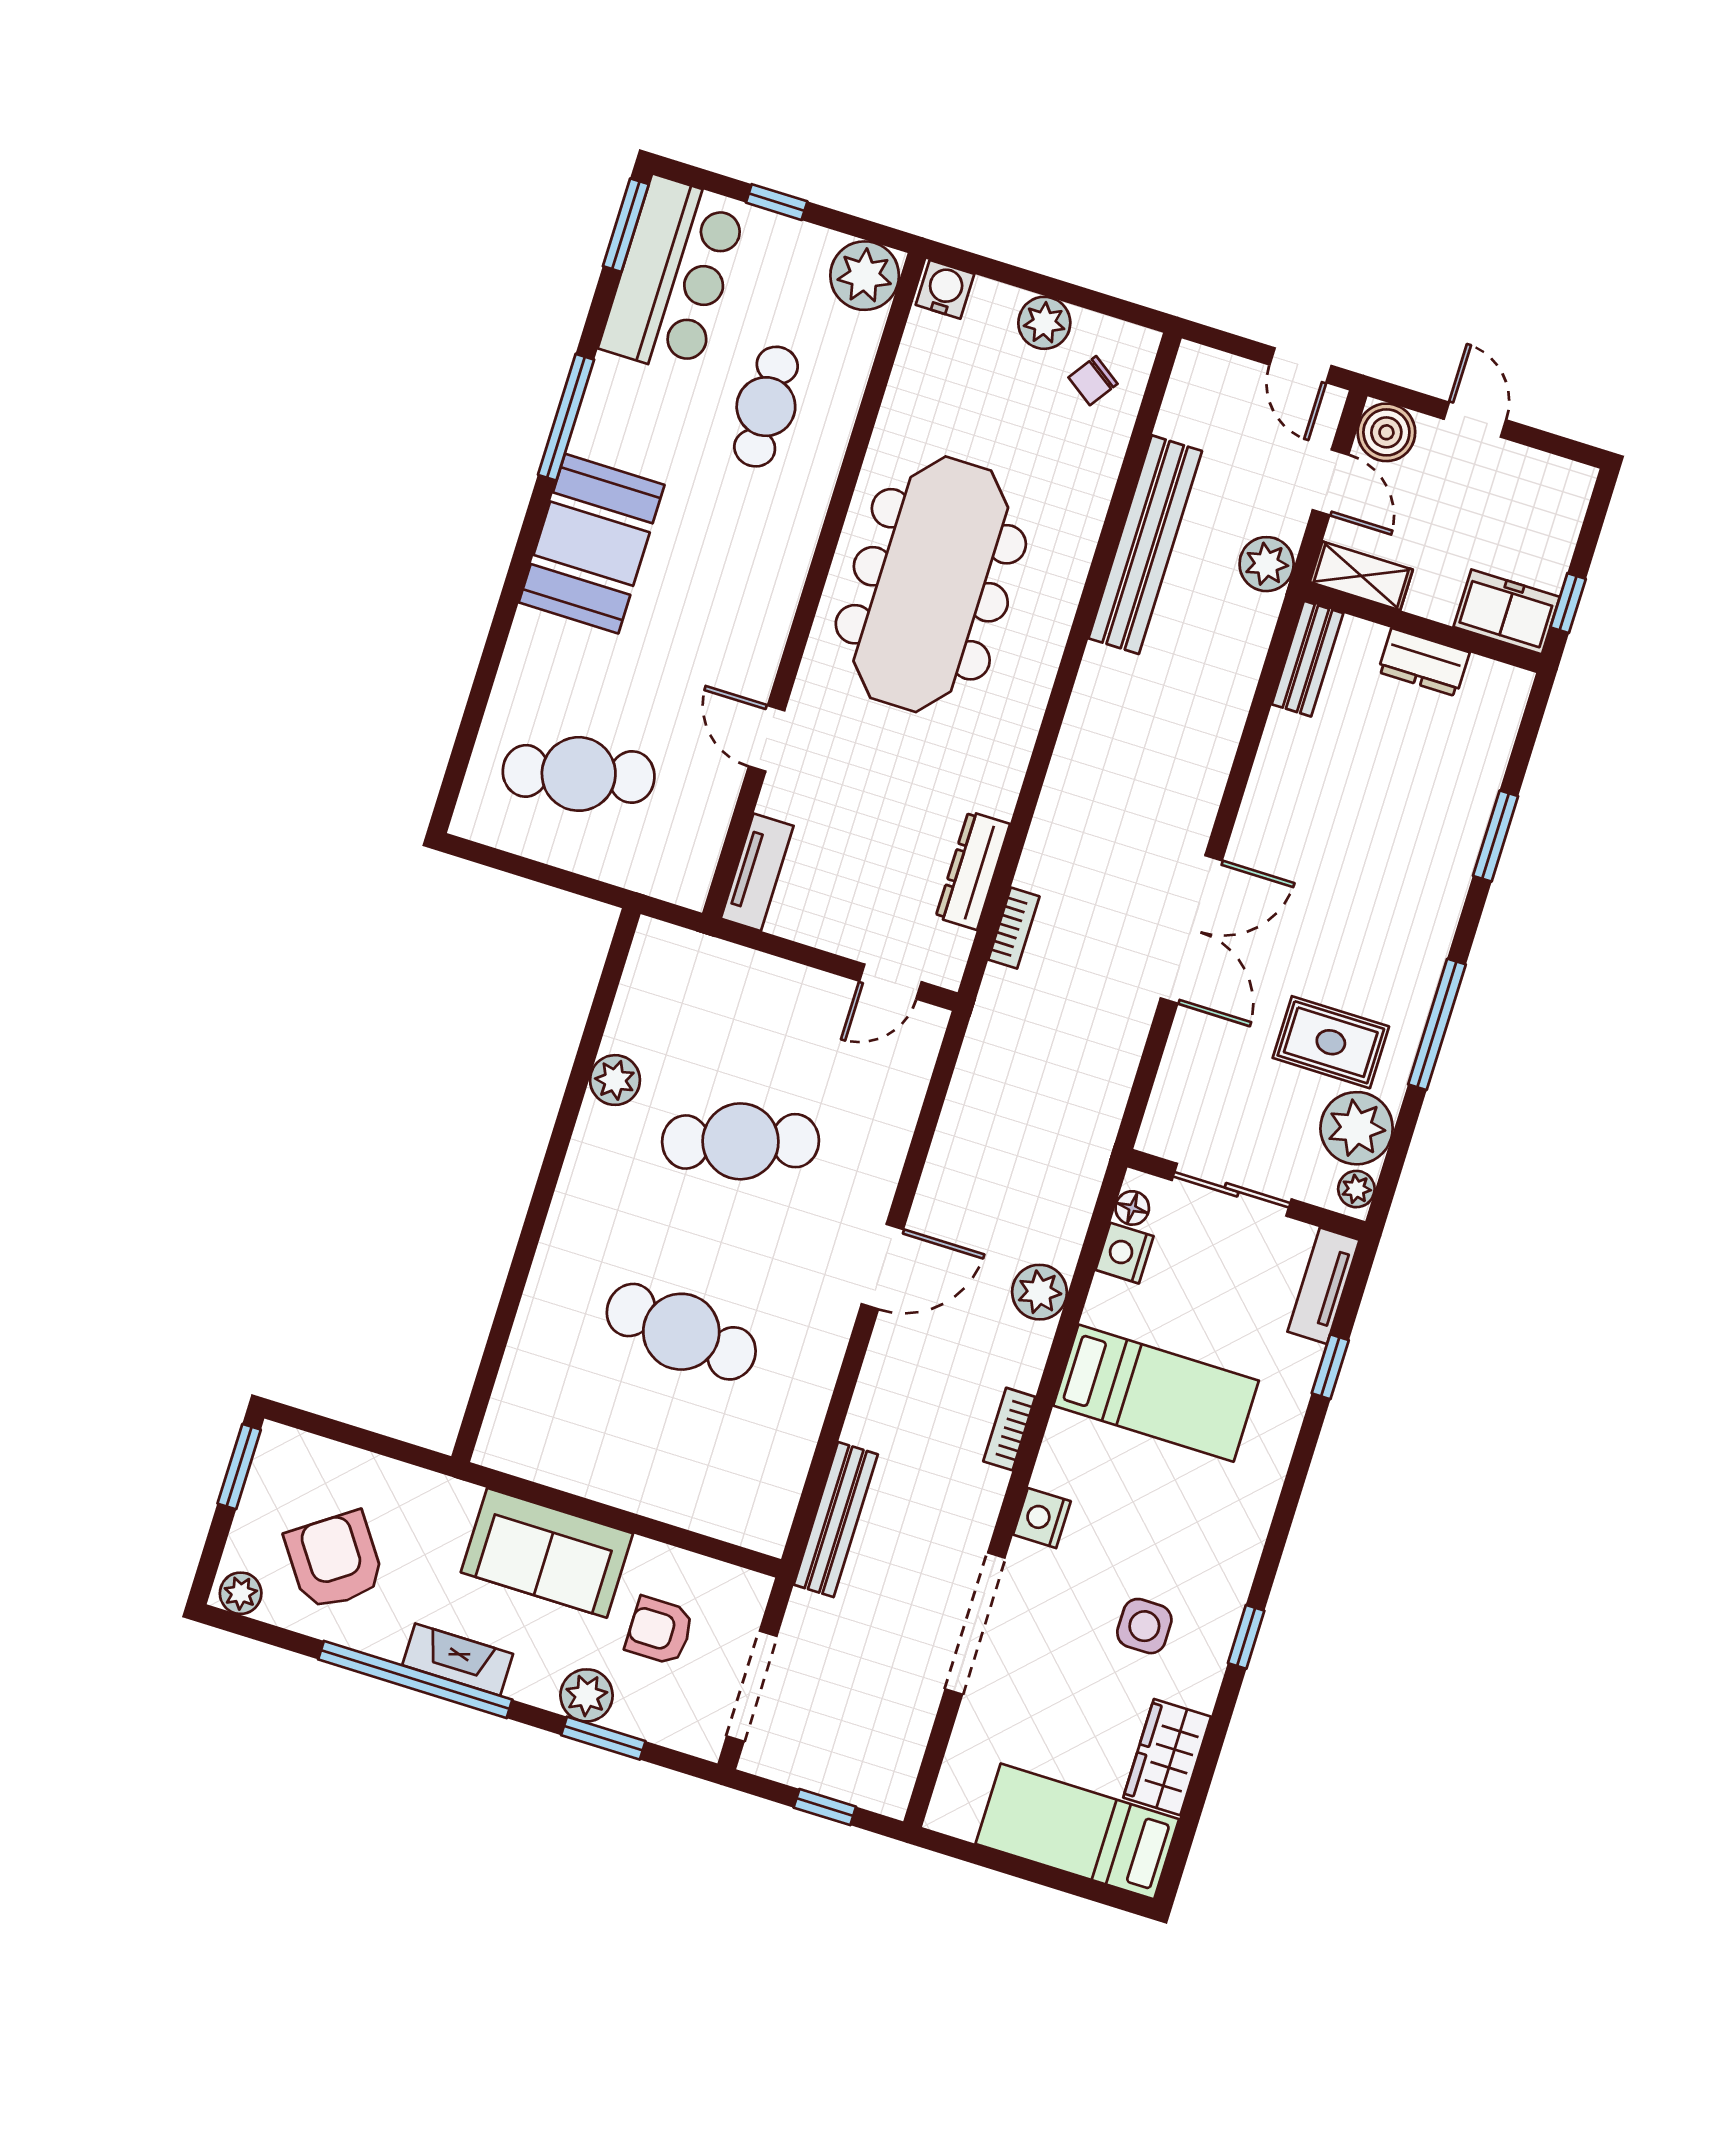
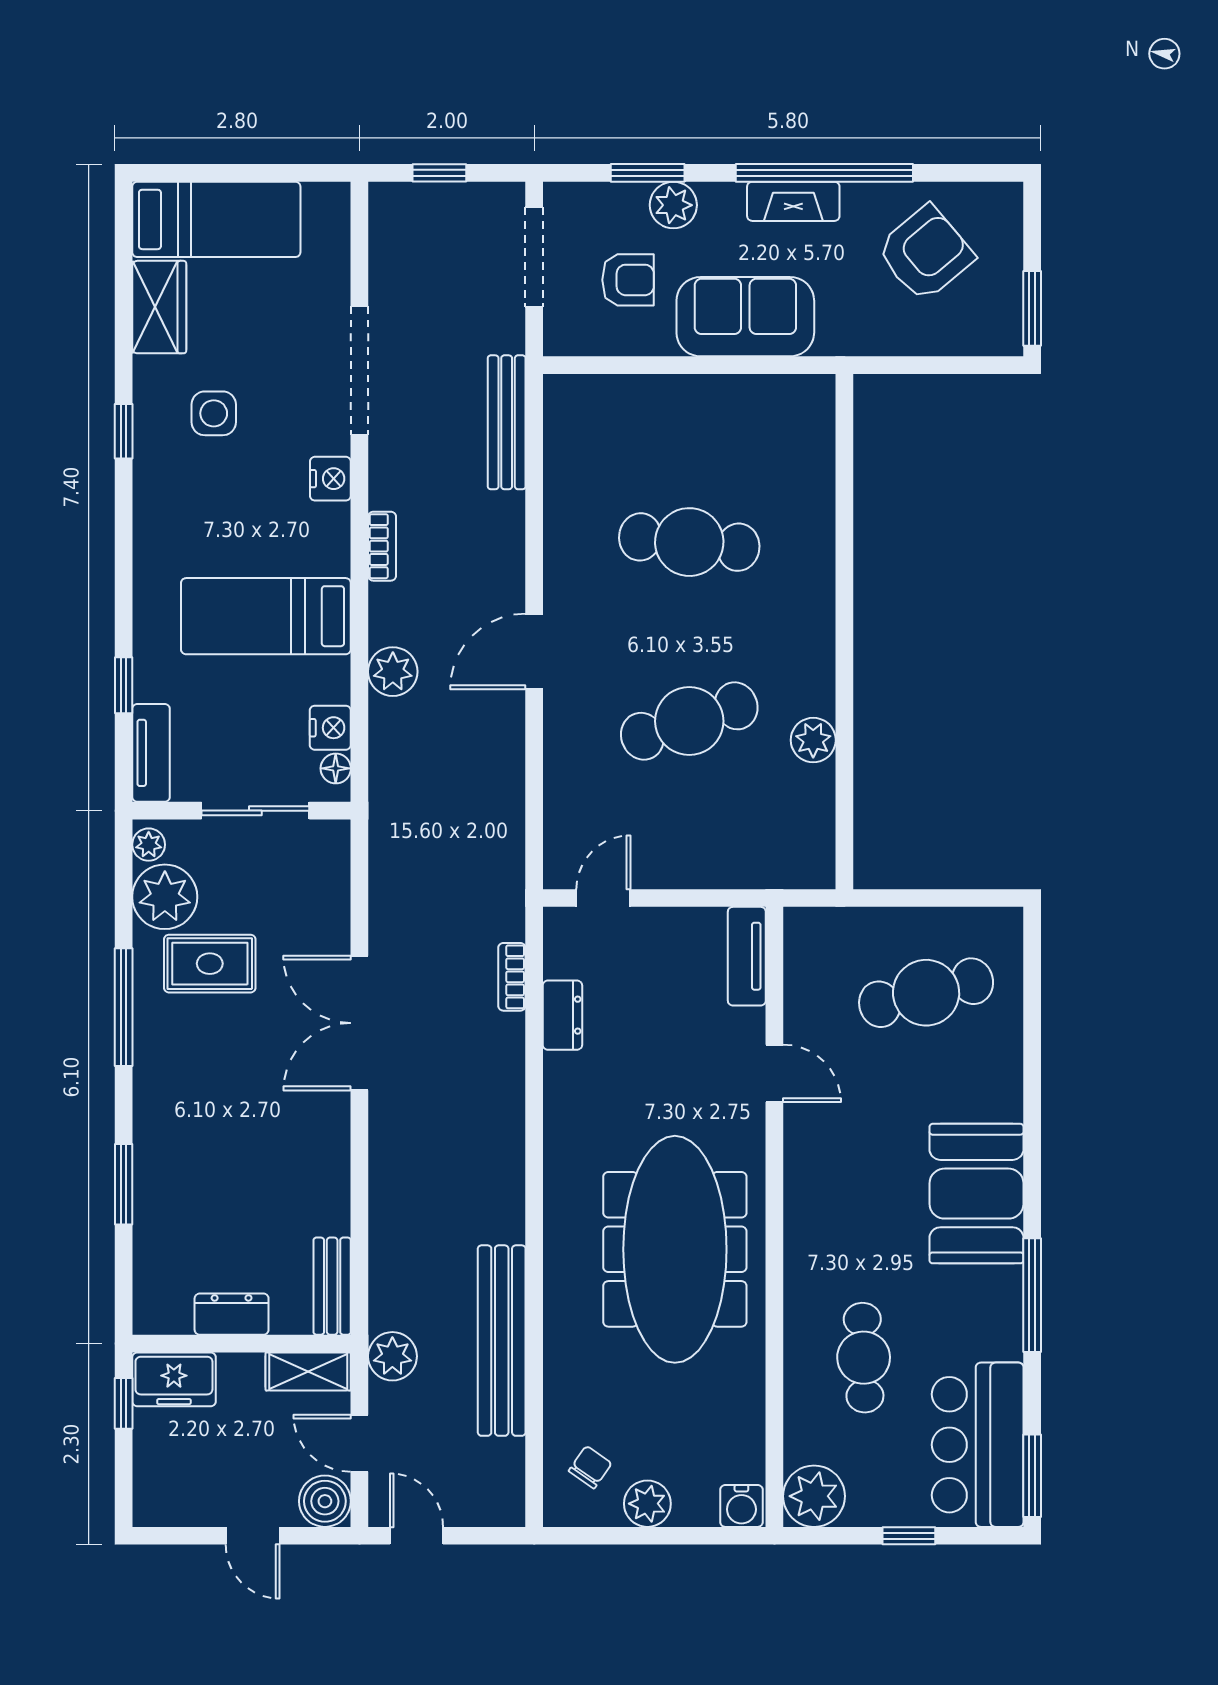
dresser: (973, 871) -> (562, 1015), width x0.70
armchair: (335, 1561) -> (925, 253), turned -95
plant: (241, 1593) -> (997, 200), removed

